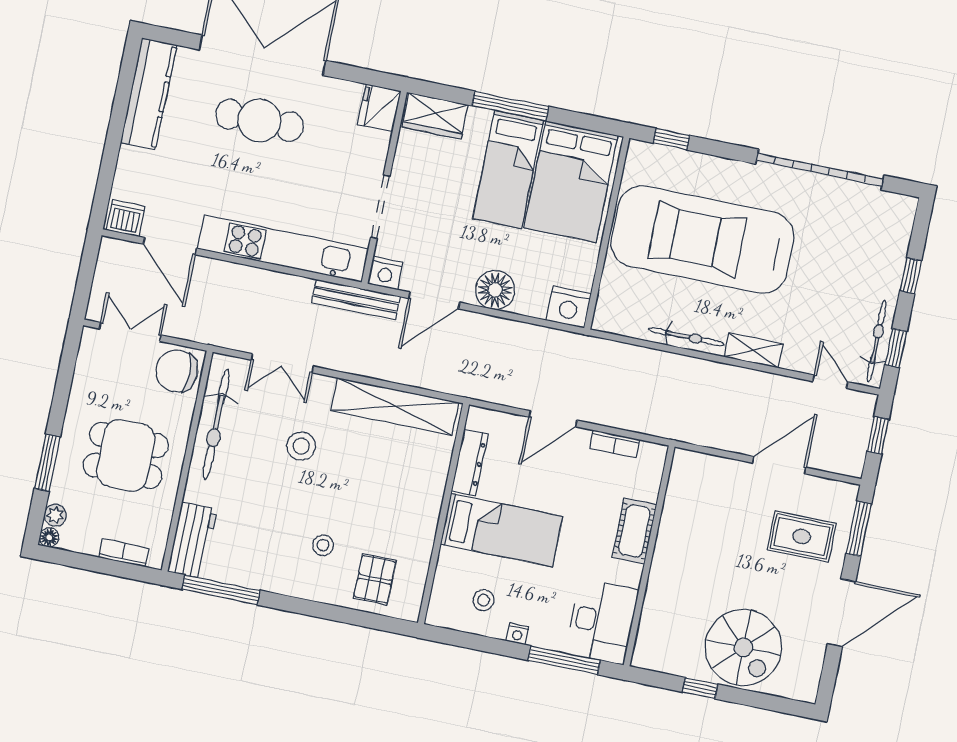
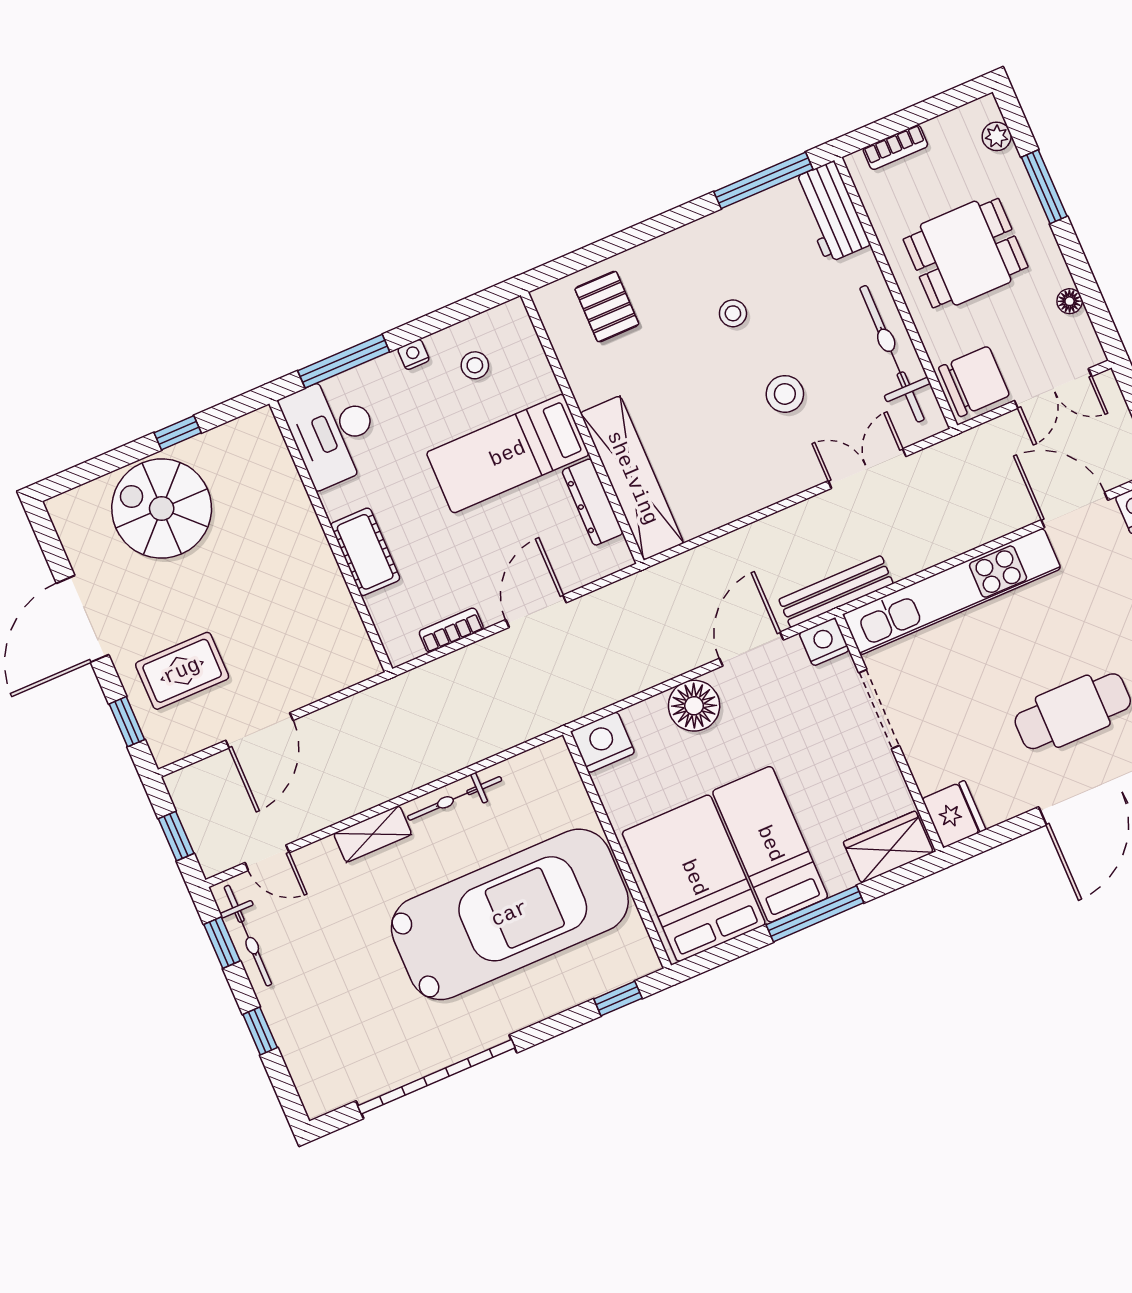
shelving: (395, 406) -> (632, 478), moved, turned 90
window: (859, 529) -> (127, 722), width x0.67
floor lamp: (49, 537) -> (1070, 301), moved
stool: (323, 545) -> (733, 313), moved

